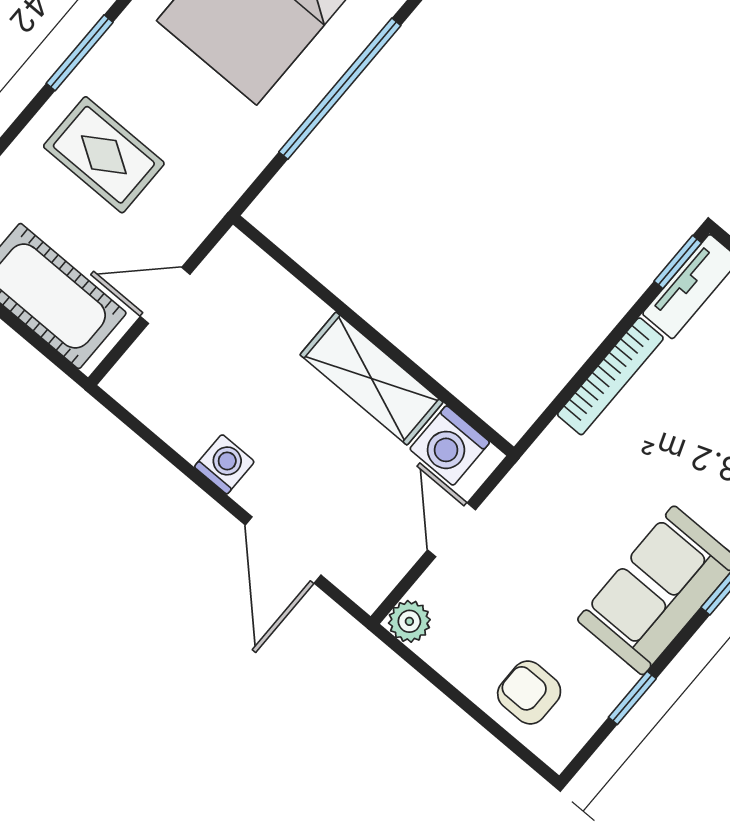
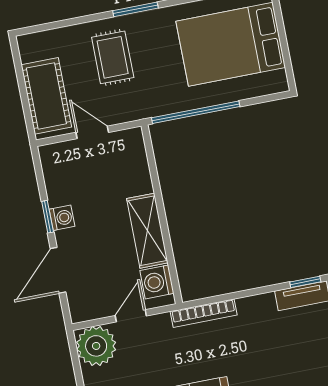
window: (340, 89) -> (196, 112), moved
bookcase: (610, 376) -> (204, 313), moved
window: (201, 480) -> (48, 217), added
plant: (409, 621) -> (96, 346), width x1.88, depth x1.88

